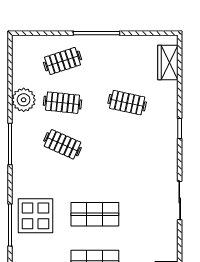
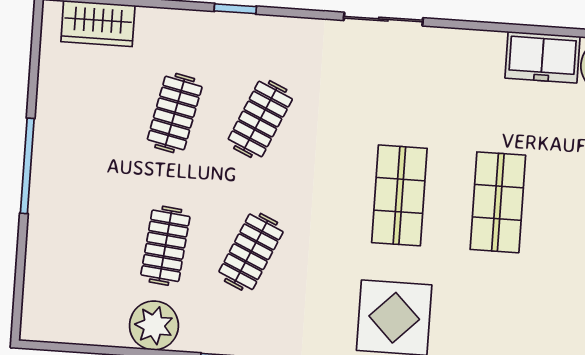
clothes rail: (63, 61) -> (260, 119), moved, turned 42

